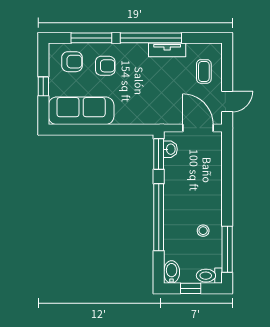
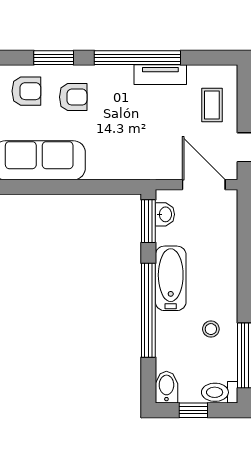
window: (91, 38) -> (54, 58), width x0.69
bathtub: (175, 195) -> (171, 278), added

